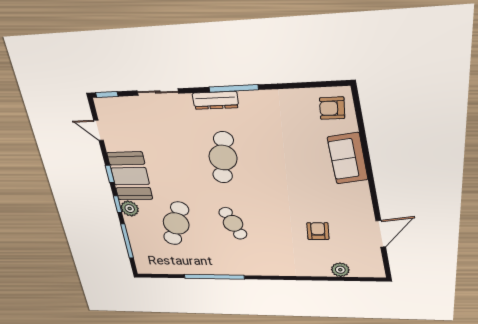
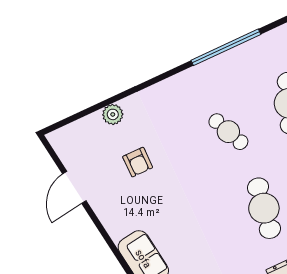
plant: (340, 270) -> (113, 114), moved

